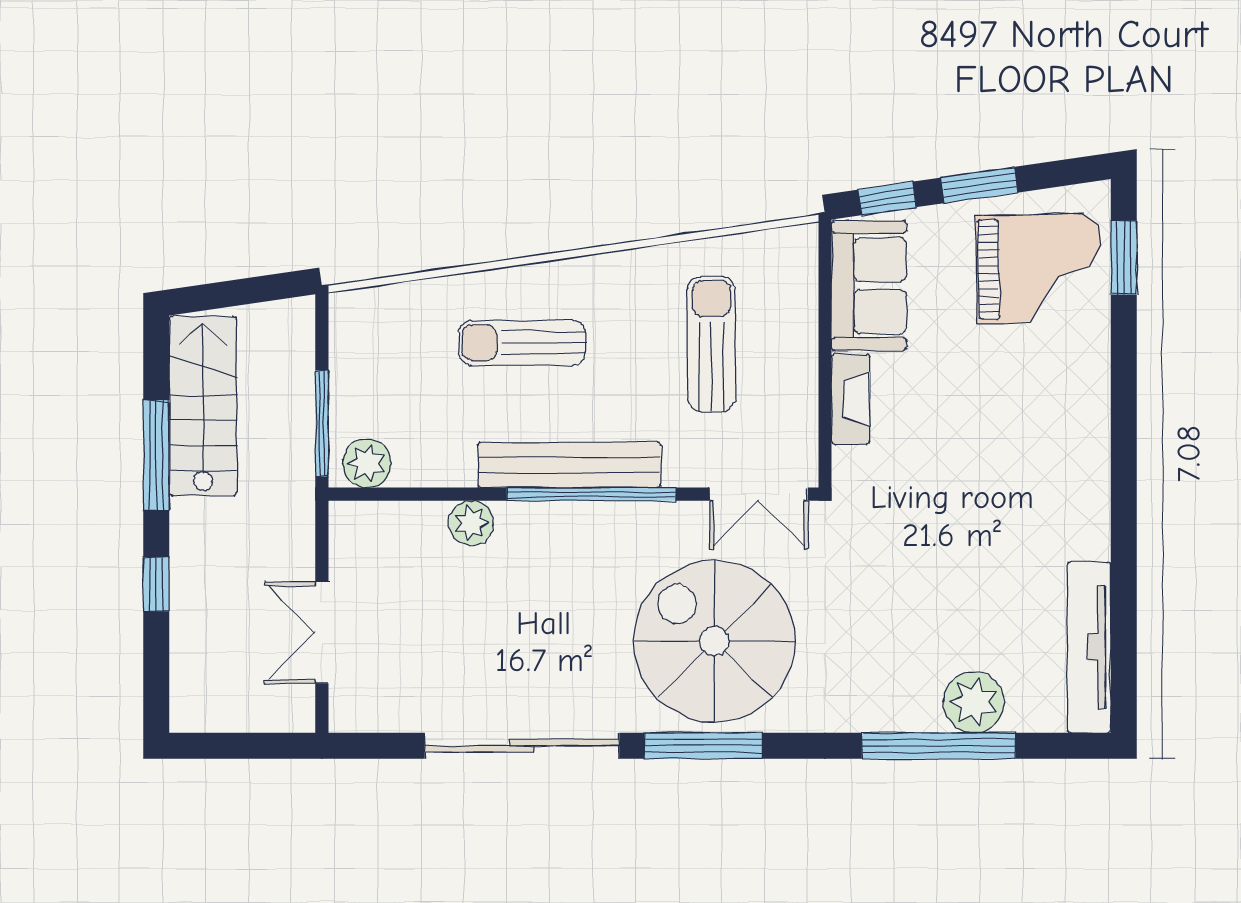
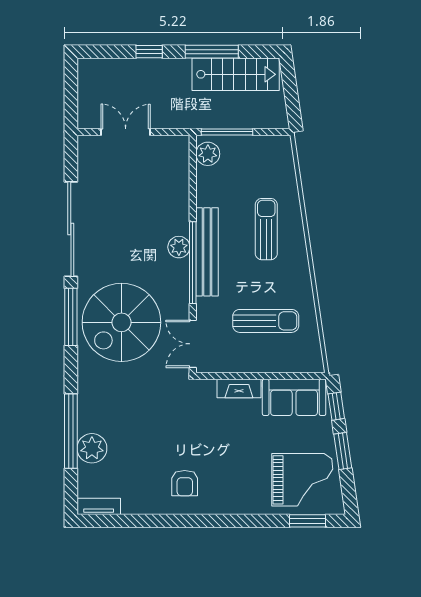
grand piano: (1039, 269) -> (302, 480), turned -89
armchair: (1046, 511) -> (185, 483), added
plant: (471, 523) -> (179, 247), moved
spiral stairs: (714, 641) -> (121, 322), turned 180
tv unit: (1089, 647) -> (99, 506), width x0.52, depth x0.78

